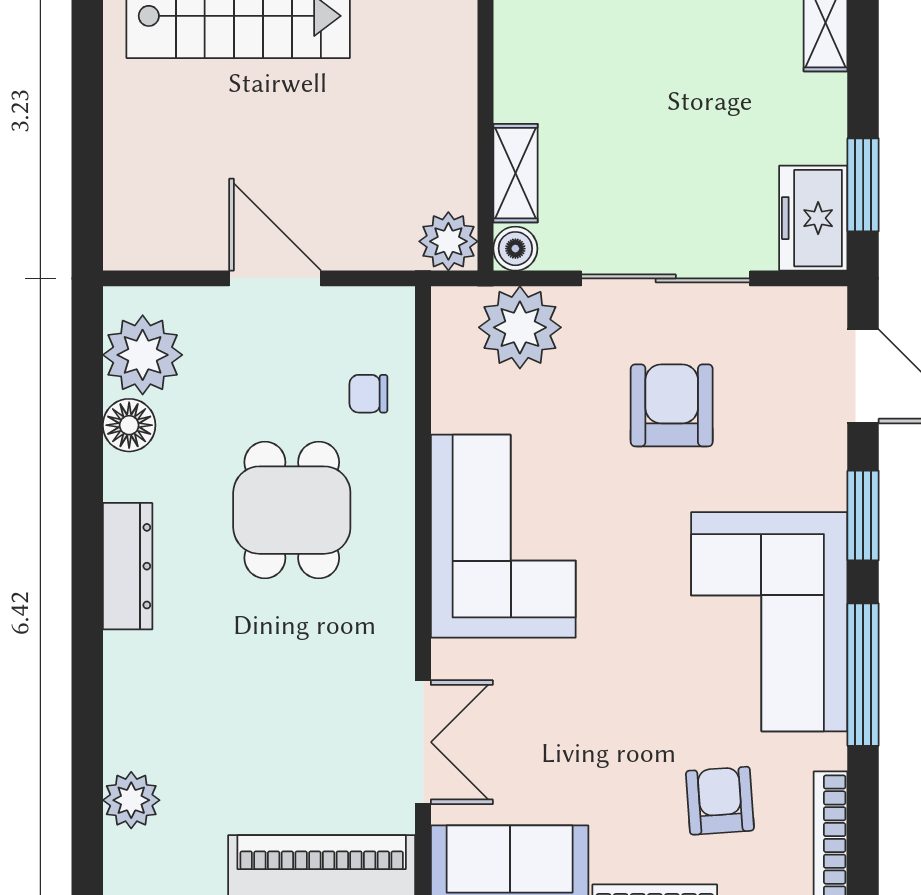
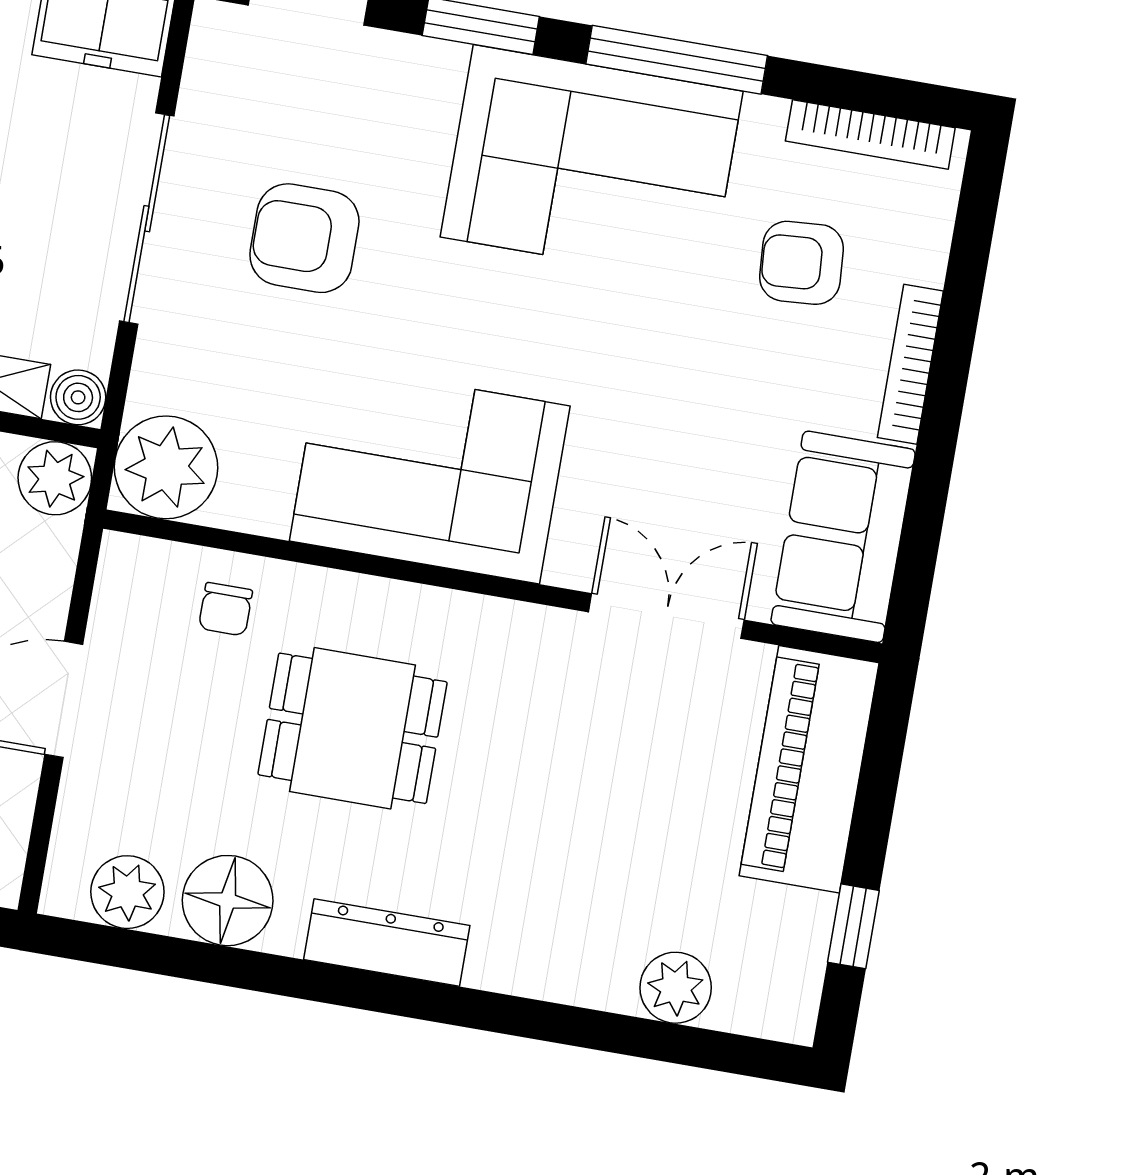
plant: (520, 327) -> (166, 467), moved
plant: (143, 355) -> (127, 892), width x0.73, depth x0.73
floor lamp: (129, 425) -> (228, 901), width x1.38, depth x1.38

